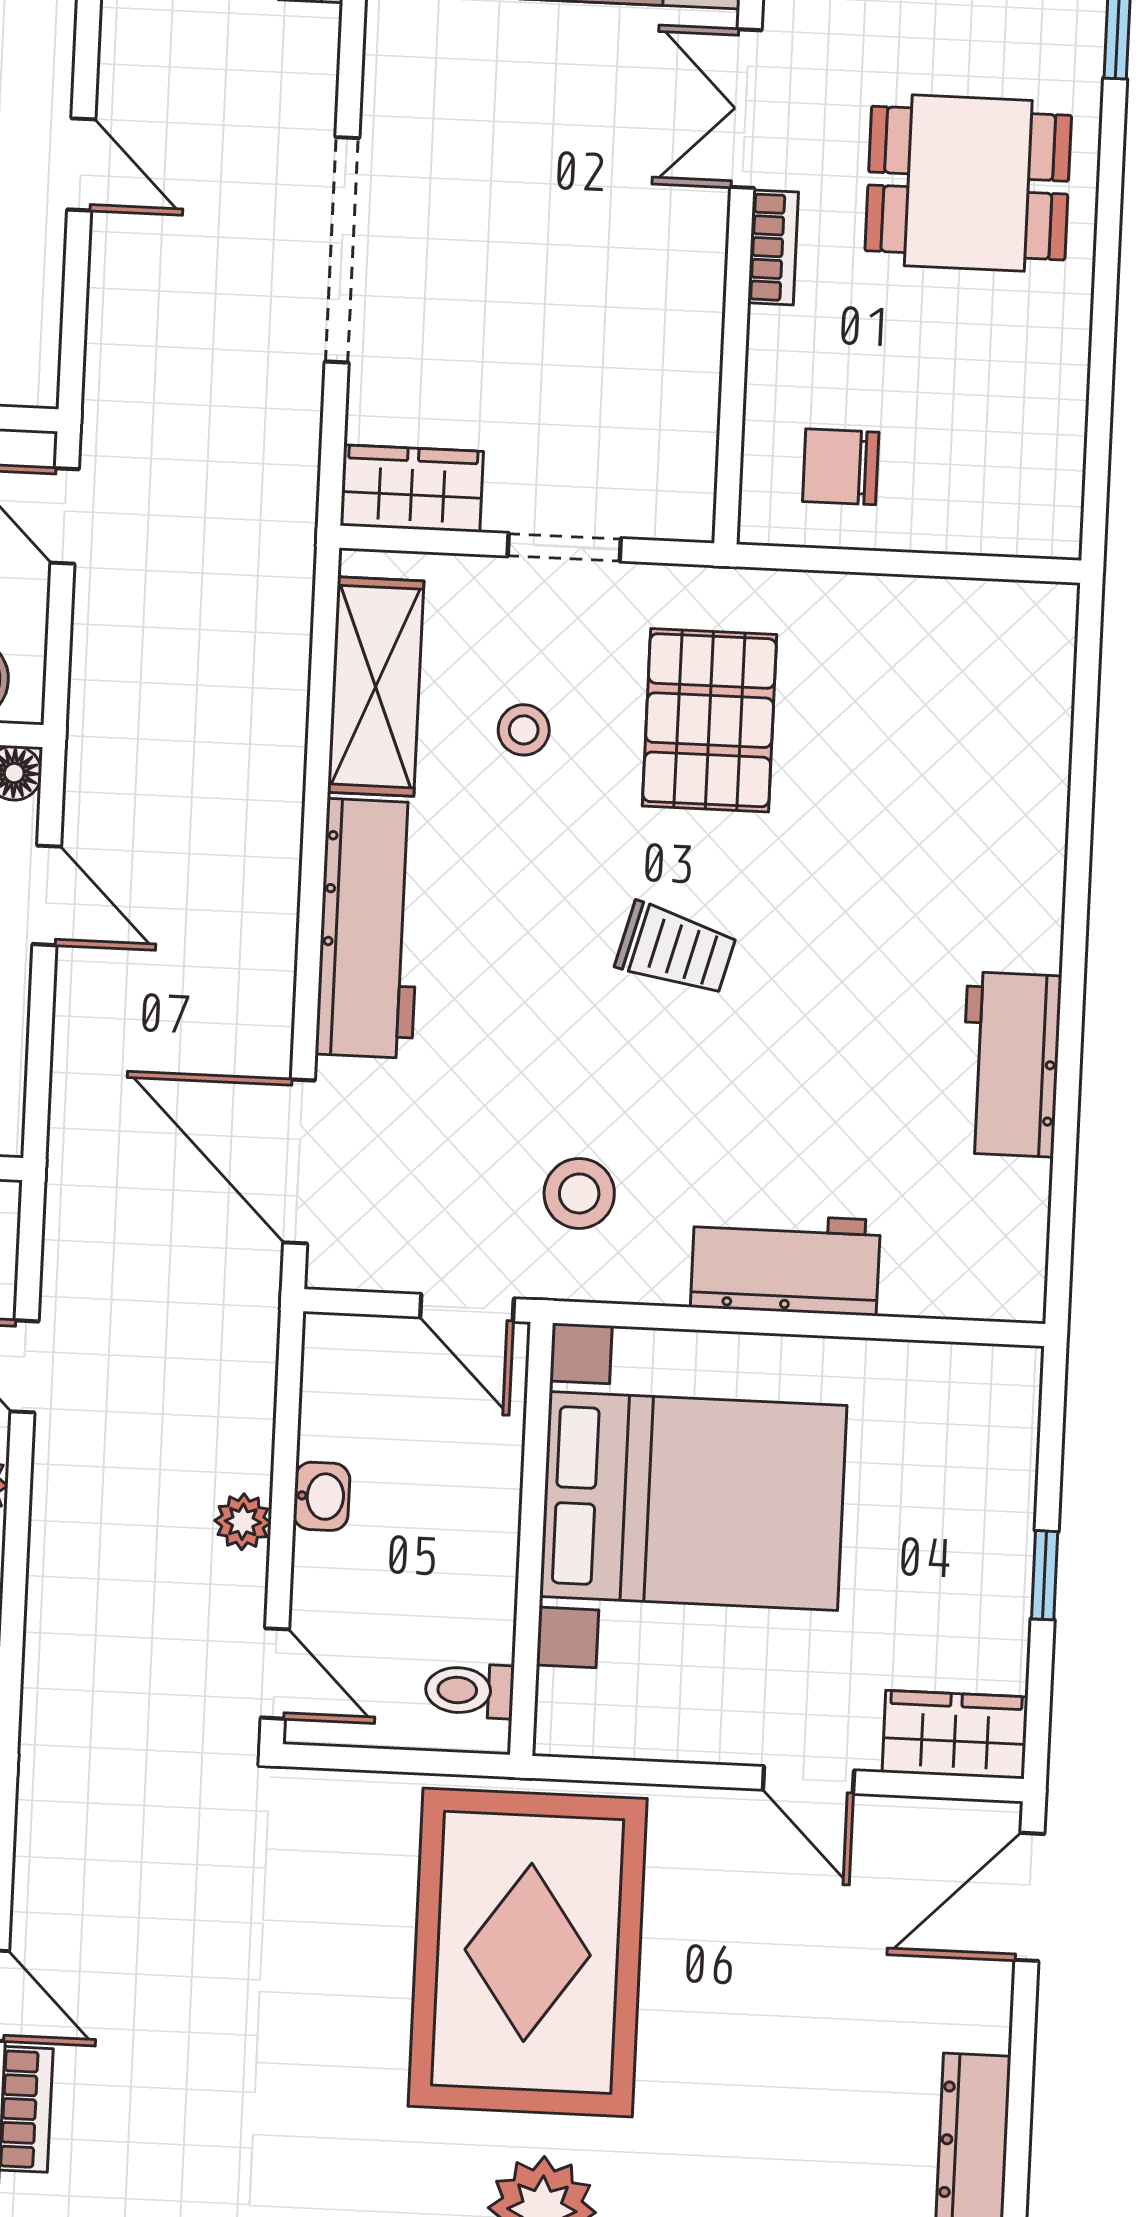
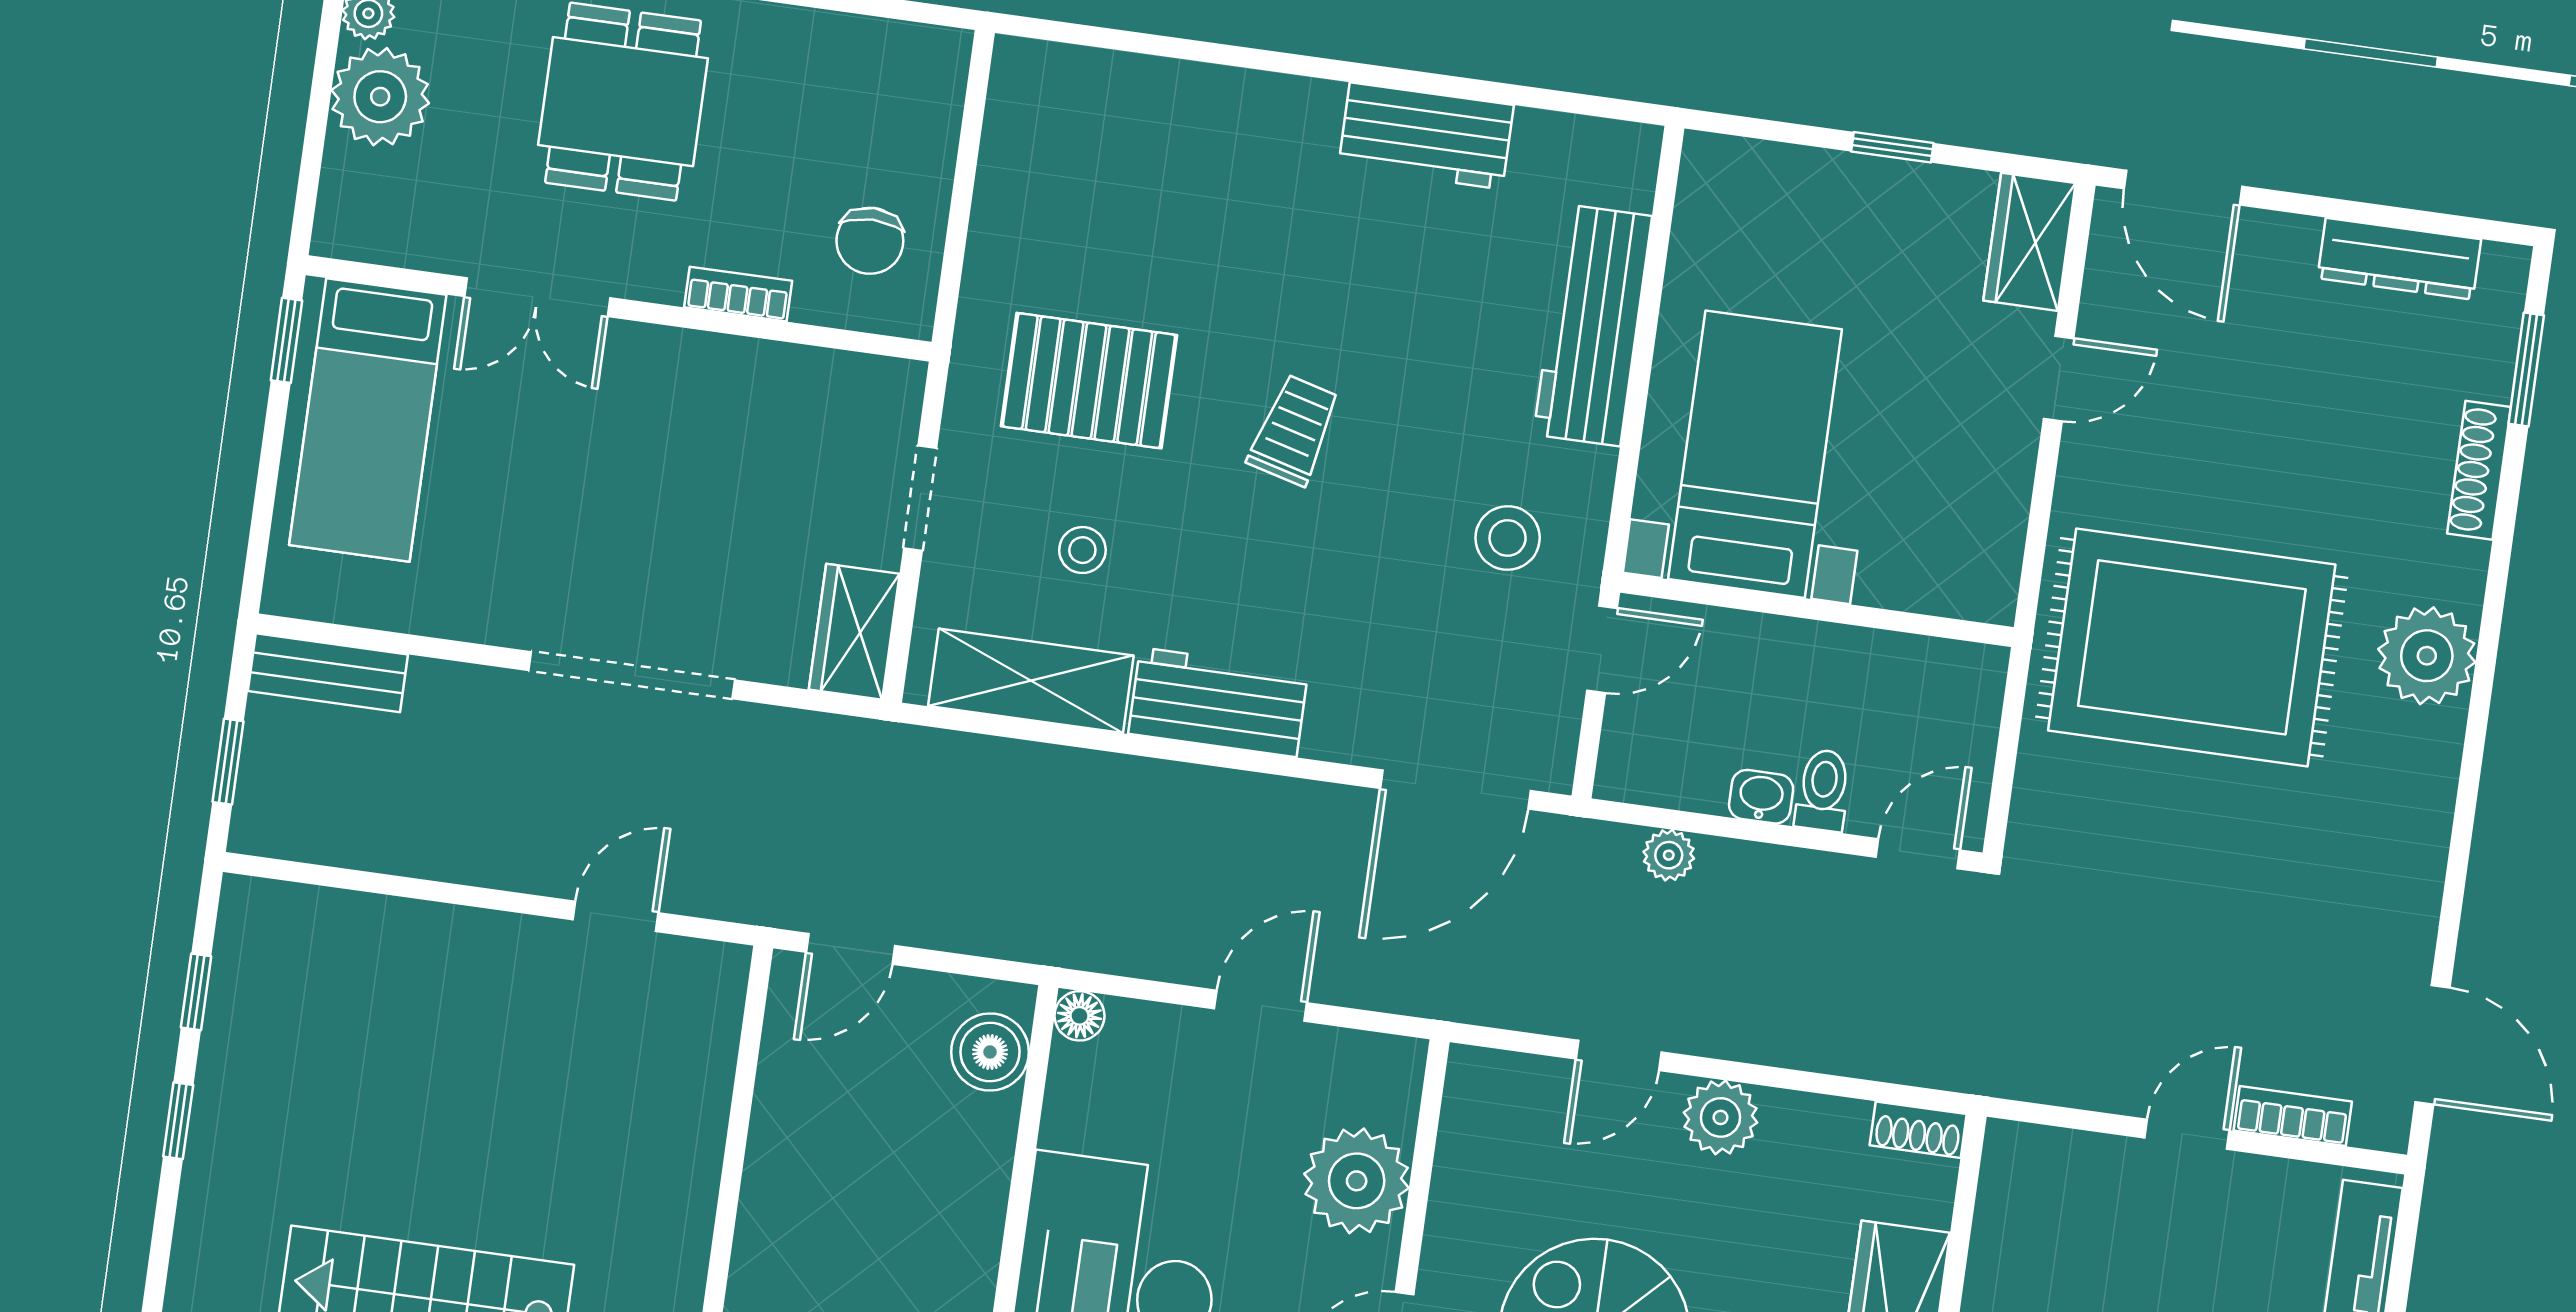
door: (81, 164) -> (616, 916), moved
bookcase: (773, 247) -> (738, 294), moved
door: (47, 895) -> (1261, 1006), moved
workbench: (369, 928) -> (1218, 702), width x0.73
workbench: (785, 1264) -> (1593, 325), width x1.38
bed with nightstands: (693, 1501) -> (1755, 454), width x0.73
plant: (243, 1522) -> (1669, 855), moved
toilet: (469, 1691) -> (1823, 790), moved, turned 180

